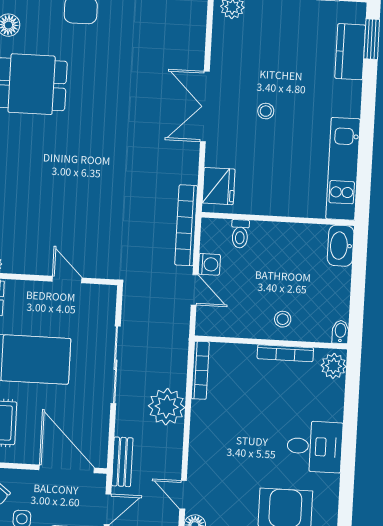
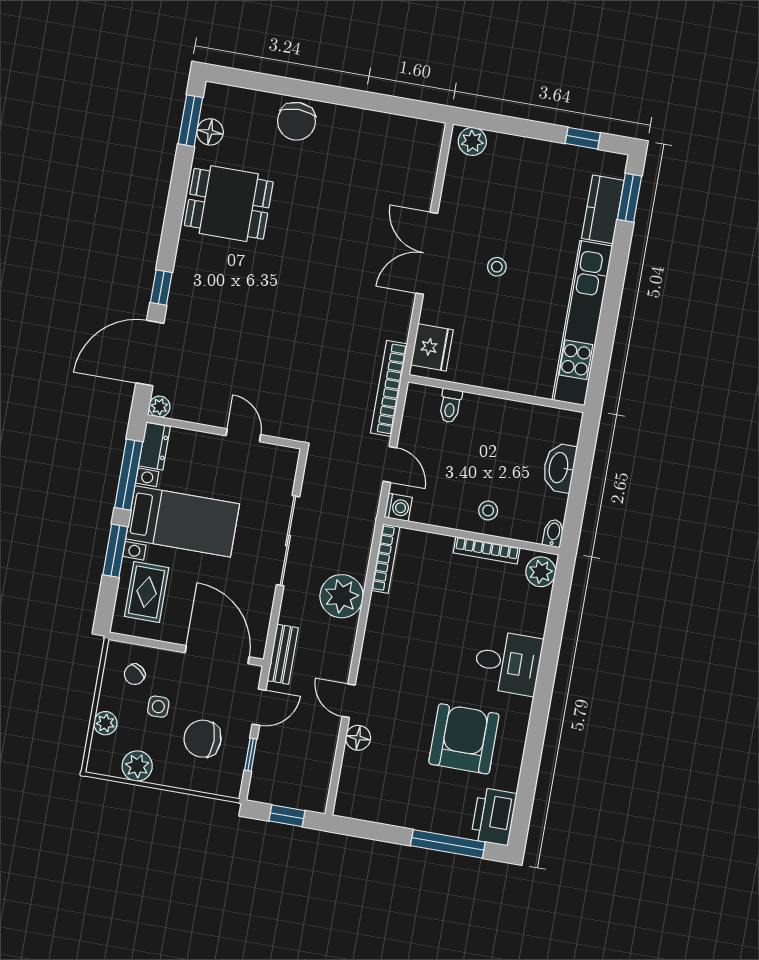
kitchen unit: (343, 169) -> (582, 323), width x1.36
washbasin: (341, 246) -> (559, 468), moved
washing machine: (209, 264) -> (398, 507), moved

